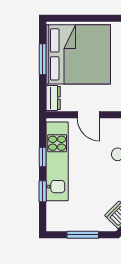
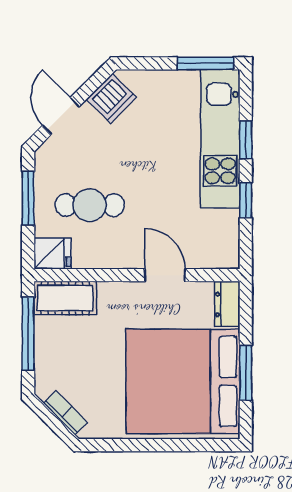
kitchen unit: (57, 161) -> (220, 139), moved
window: (83, 235) -> (205, 63), moved

